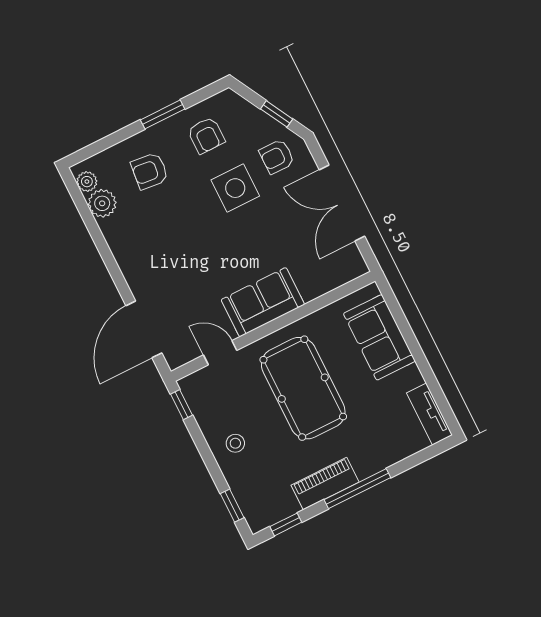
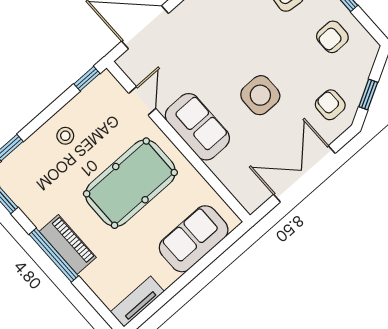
side table: (235, 188) -> (260, 95), moved
piano: (325, 484) -> (68, 244), moved

